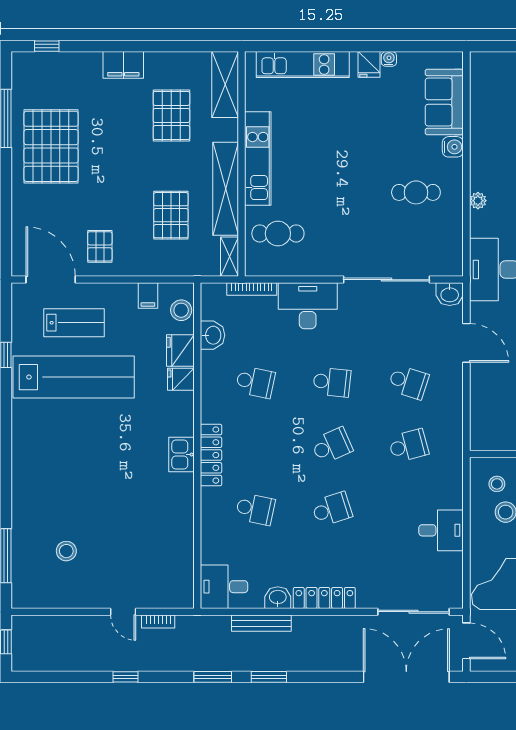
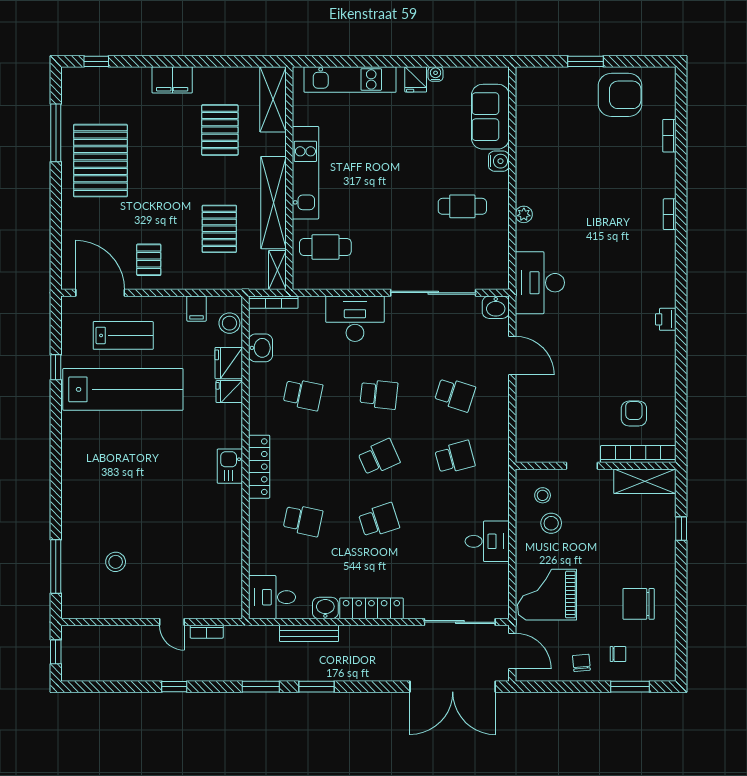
bookcase: (252, 289) -> (273, 302), moved
double door: (406, 677) -> (453, 687), swing flipped

